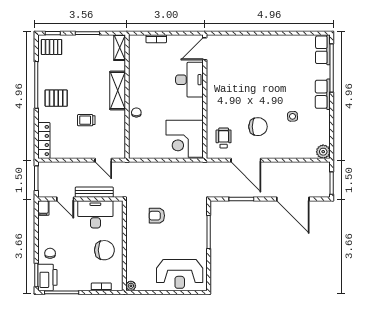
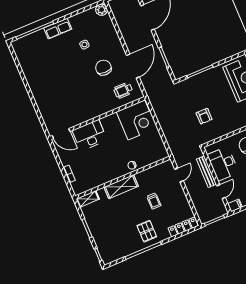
pallet: (52, 47) -> (109, 251), removed
row of seats: (323, 50) -> (24, 43), removed

